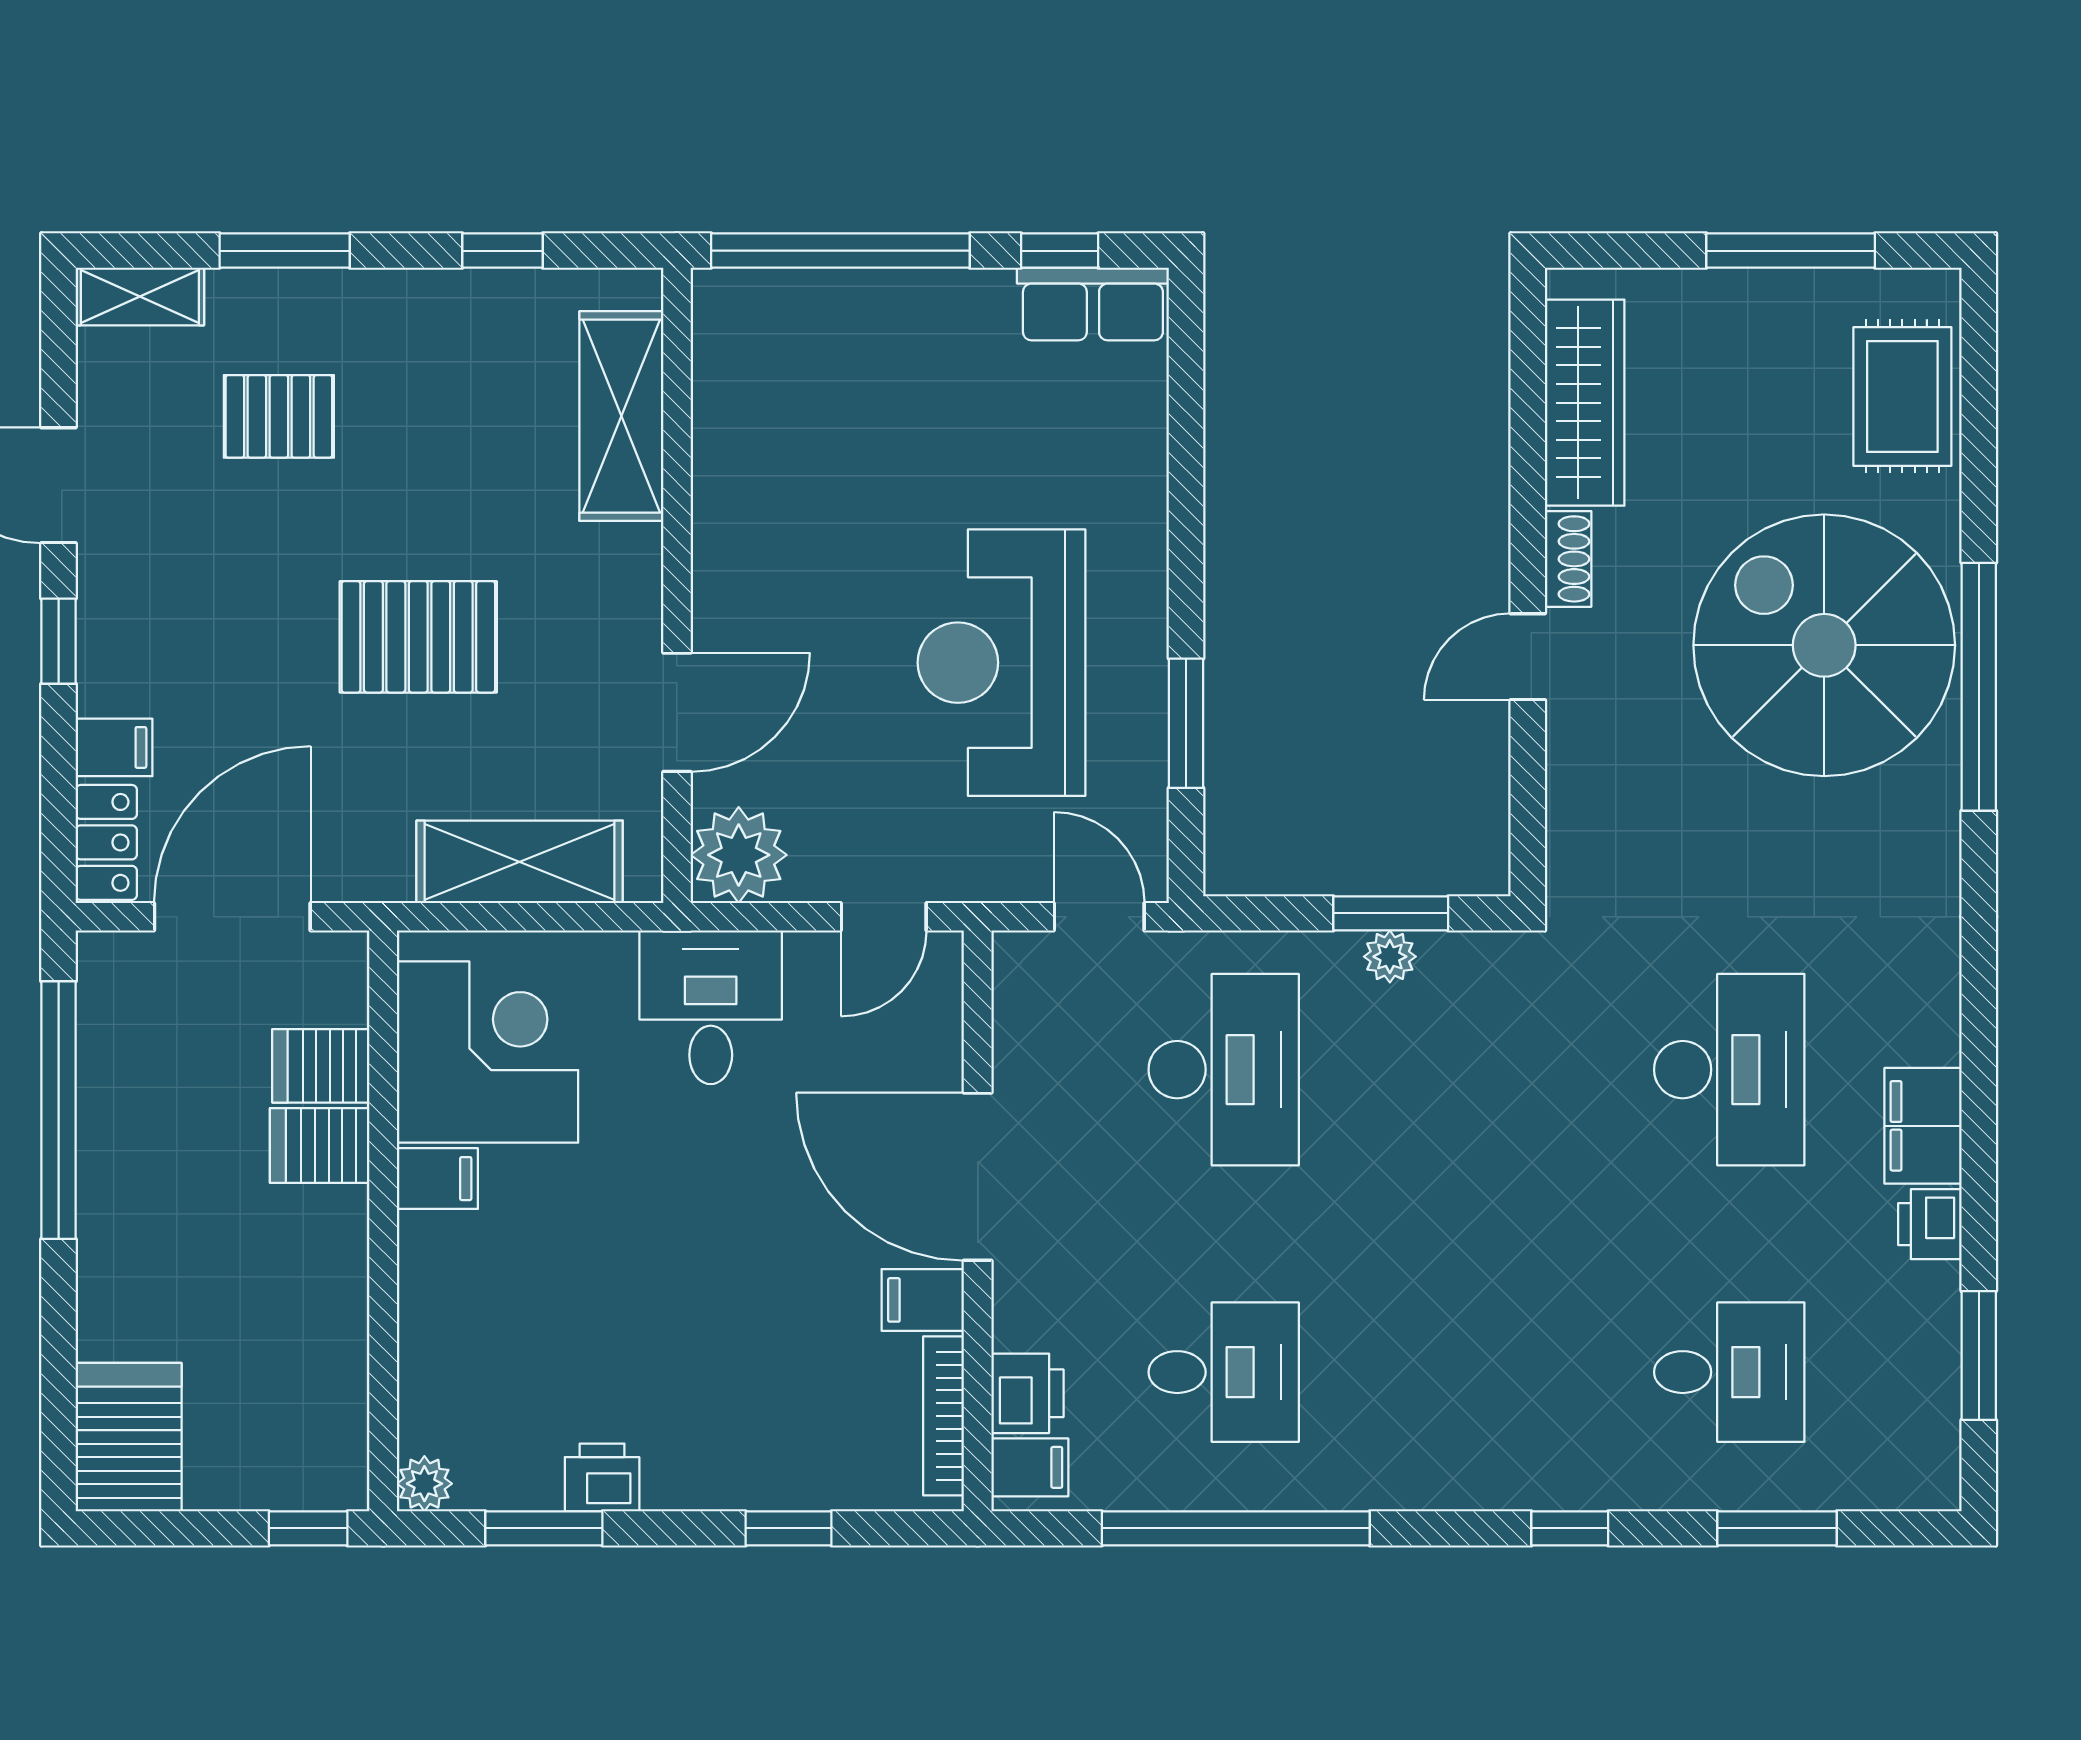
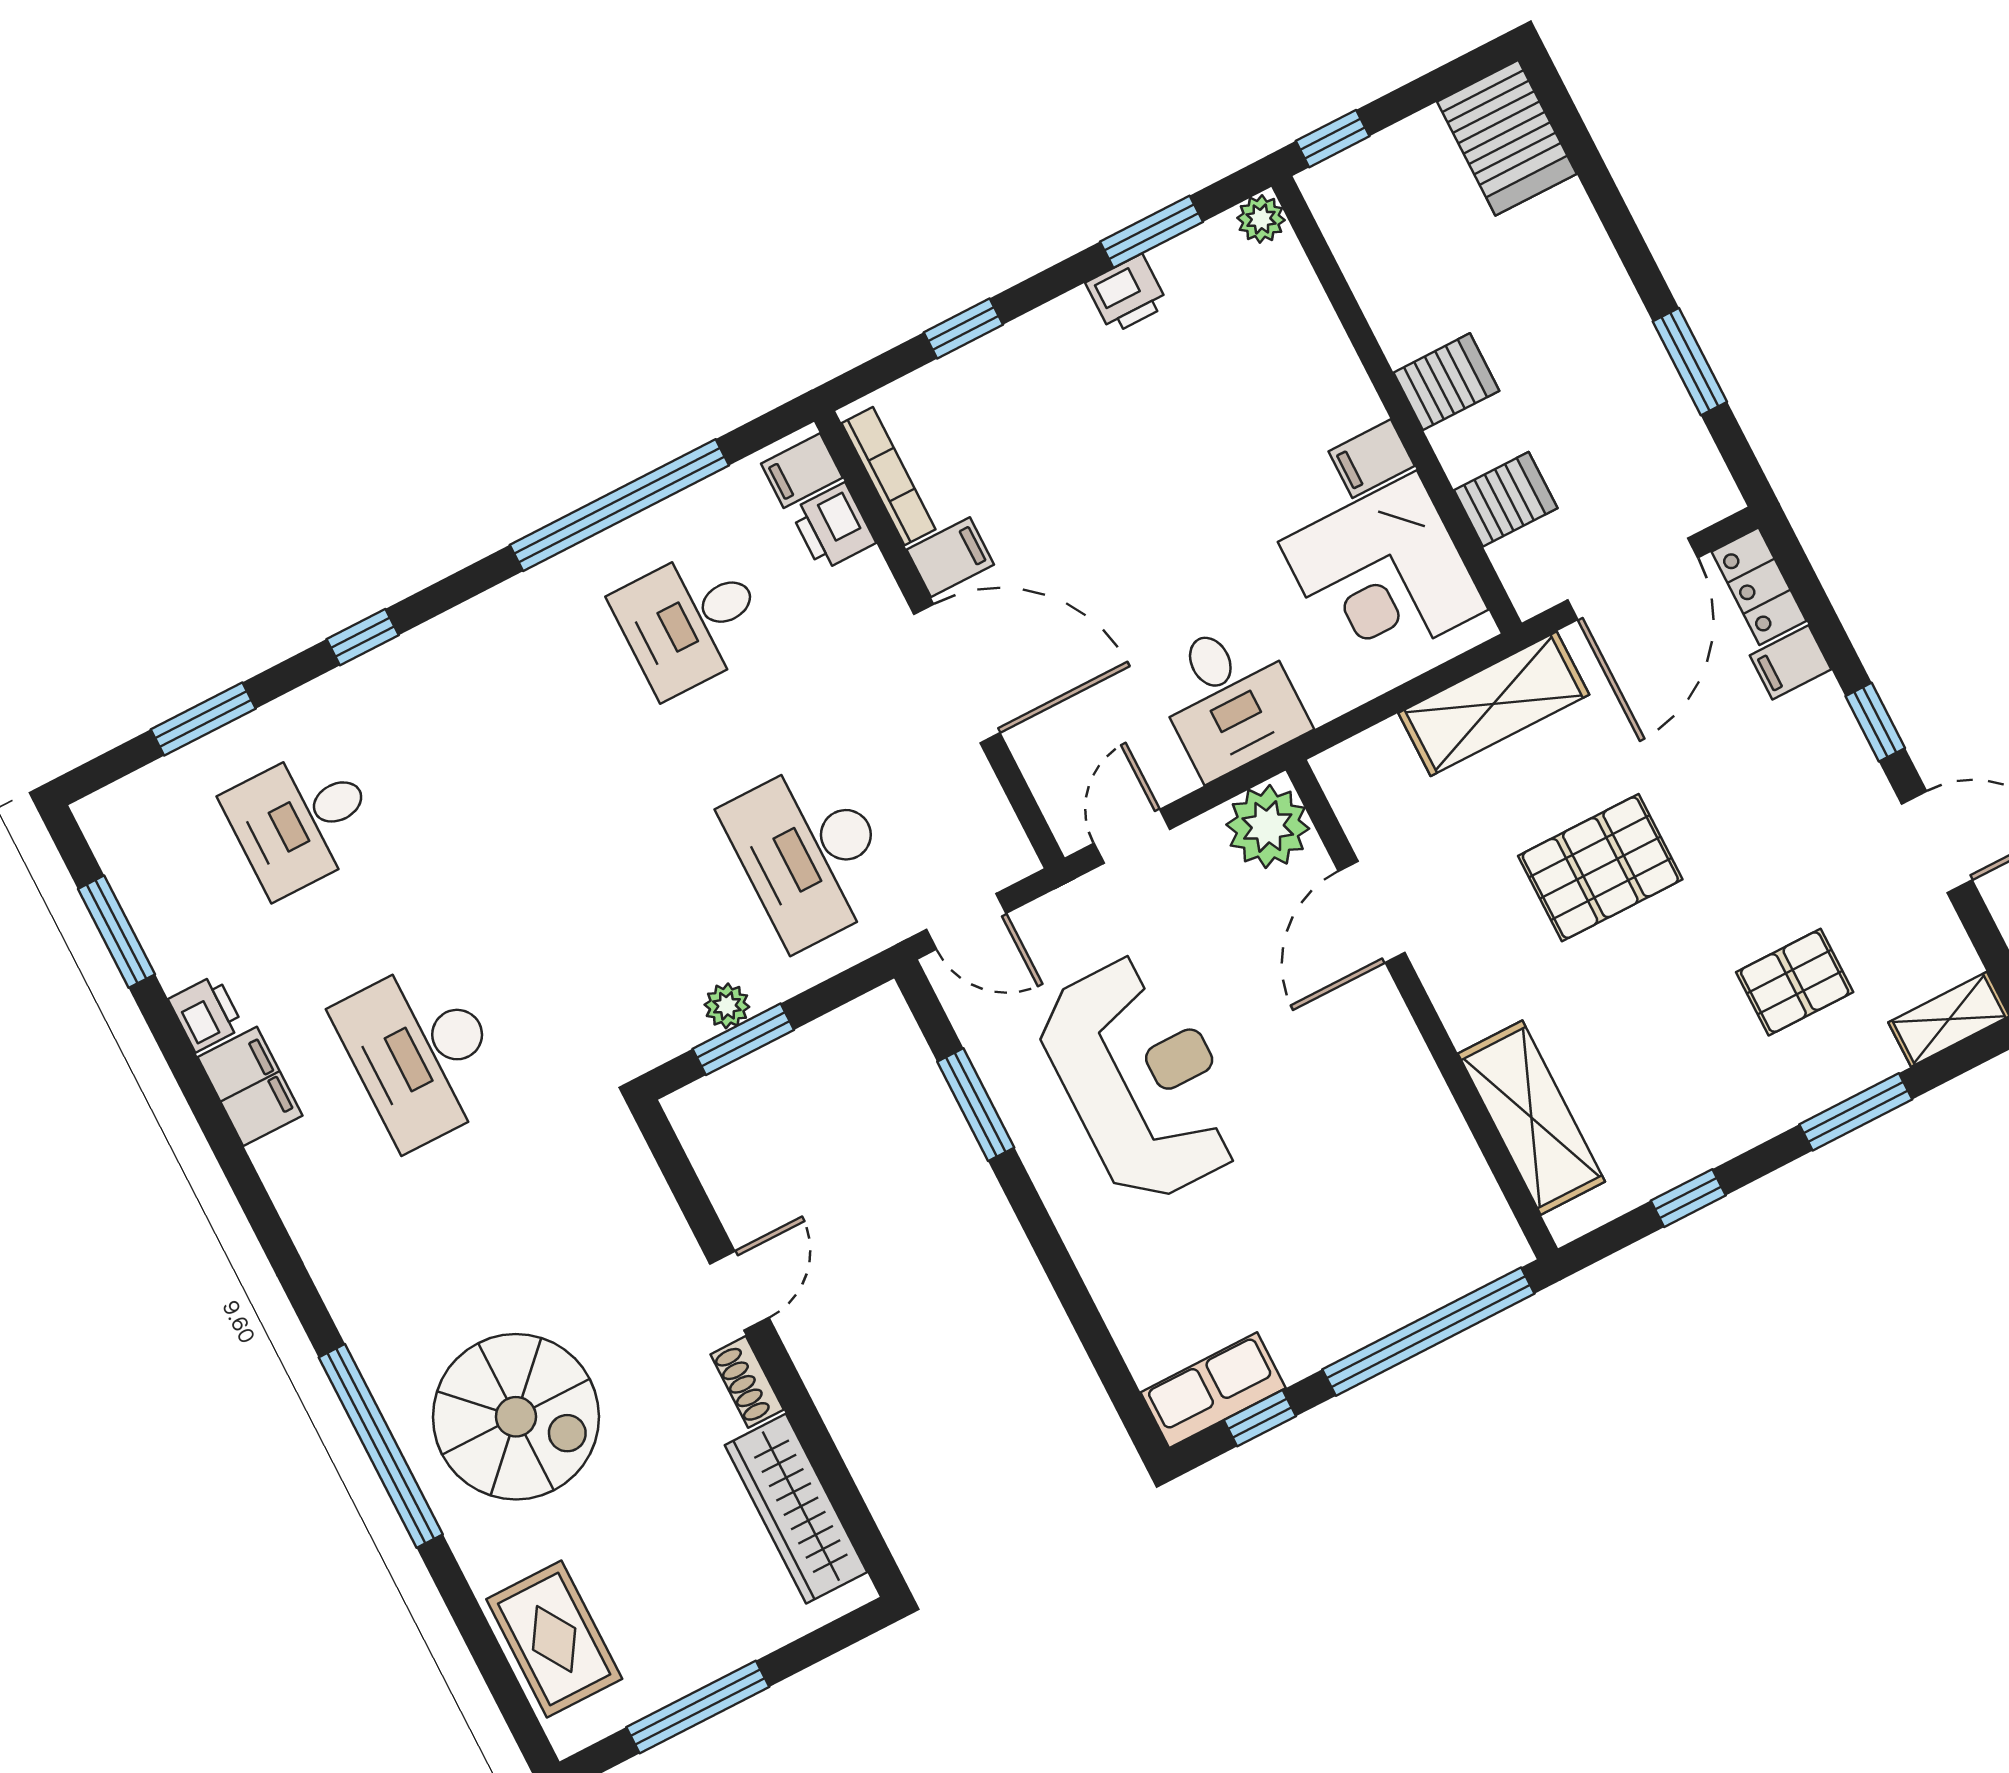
spiral stairs: (1824, 645) -> (516, 1417), width x0.73, depth x0.73
shelving: (520, 862) -> (1494, 704), moved
window: (59, 1110) -> (1690, 362), width x0.47
server rack: (320, 1146) -> (1446, 382), moved

